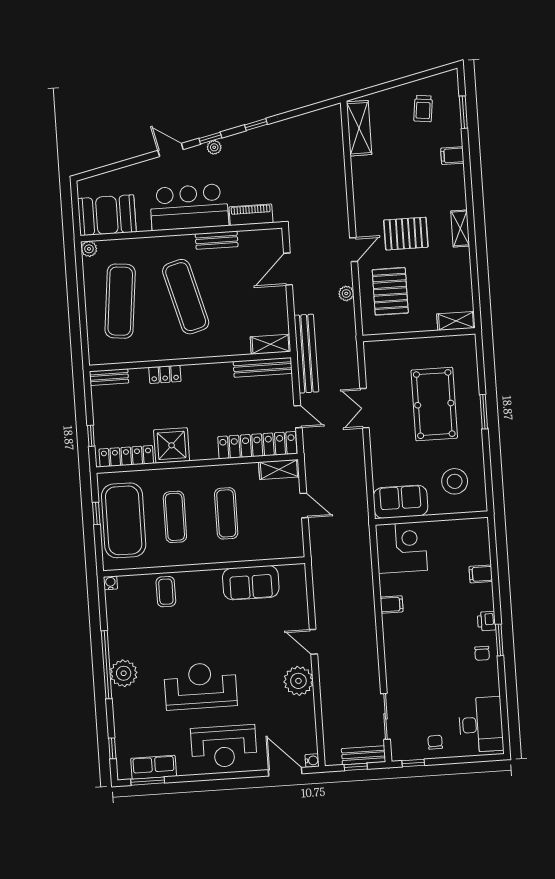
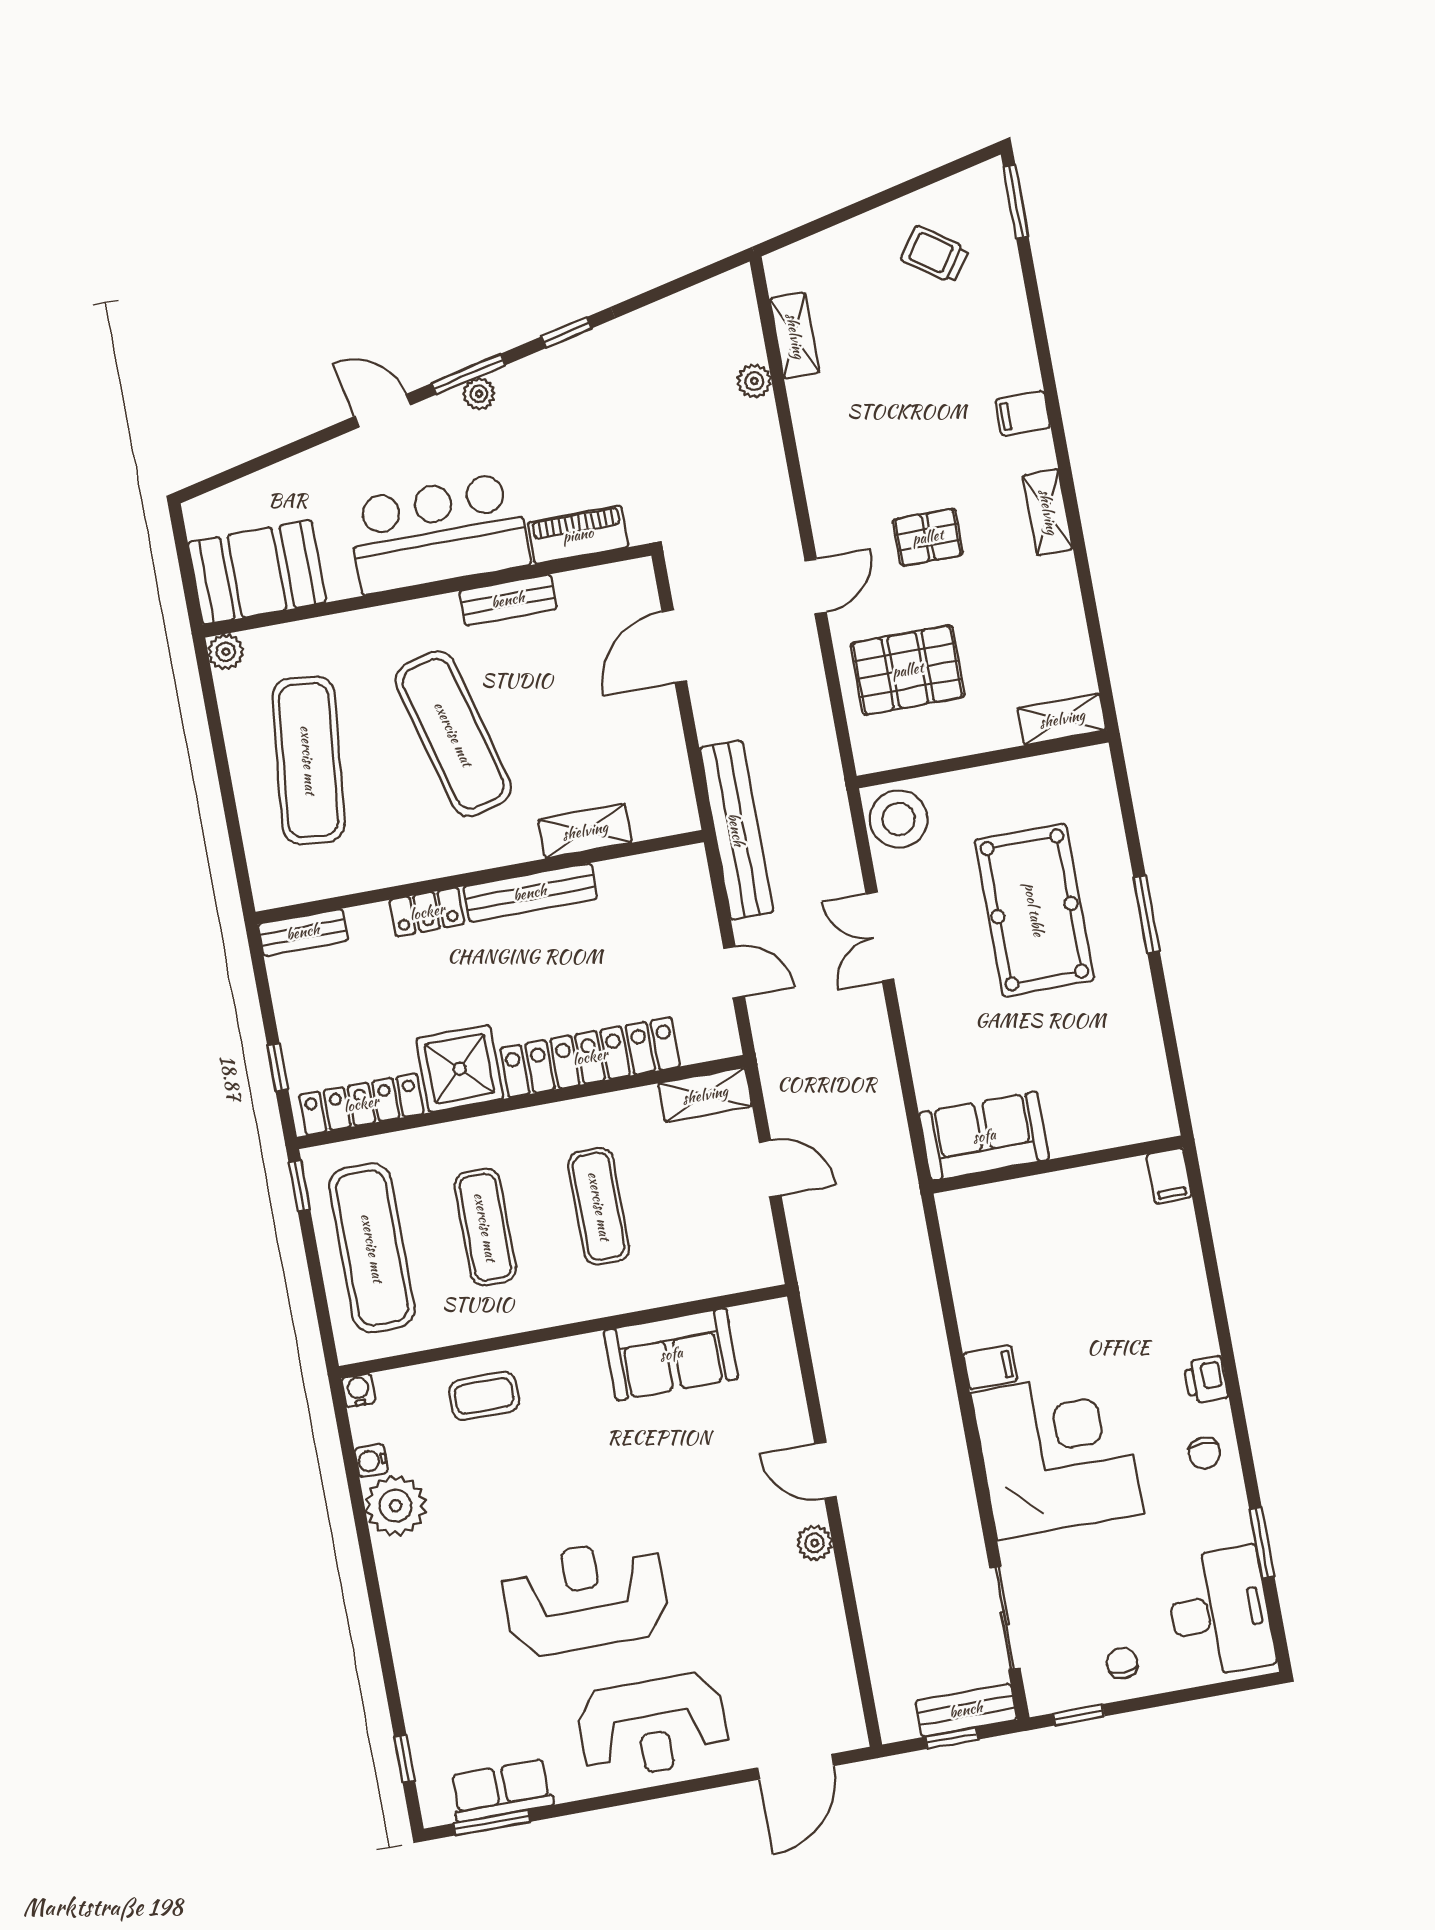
trolley: (423, 109) -> (935, 254), turned 118
window: (463, 112) -> (1016, 201), moved
shelving: (359, 128) -> (795, 336), width x0.67, depth x0.75
window: (210, 138) -> (468, 374), width x1.50
filing cabinet: (452, 156) -> (1023, 413), moved
pallet: (406, 234) -> (928, 537), width x0.67, depth x0.71
pallet: (390, 291) -> (908, 670), turned 90
plant: (346, 293) -> (754, 381), moved
shelving: (271, 344) -> (585, 831), moved
bench: (263, 367) -> (530, 893), moved
locker: (257, 445) -> (590, 1057), moved
stool: (455, 481) -> (899, 819), moved
window: (96, 513) -> (299, 1186), moved
exercise mat: (124, 520) -> (372, 1248), width x0.68
corner desk: (401, 547) -> (1057, 1453), moved, width x1.36, depth x1.36
filing cabinet: (481, 574) -> (1169, 1176), moved, turned -90
coffee table: (166, 592) -> (484, 1396), turned 90
window: (499, 640) -> (1262, 1543), moved
window: (107, 665) -> (371, 1574), removed
plant: (124, 673) -> (396, 1506), moved
plant: (298, 681) -> (814, 1543), width x0.53, depth x0.53
water cooler: (312, 760) -> (371, 1461), moved, turned 180
door: (285, 772) -> (796, 1767), swing flipped

